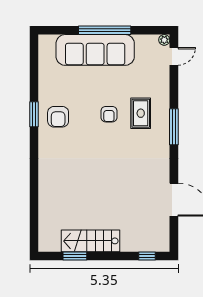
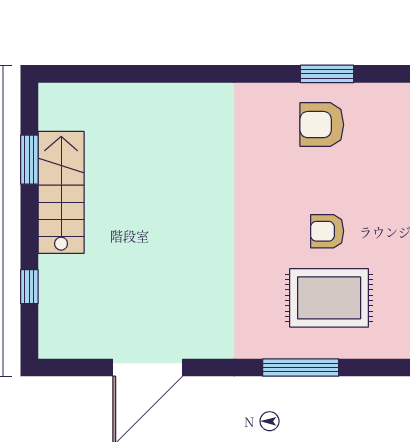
rug: (141, 113) -> (329, 298), width x1.36, depth x1.43
window: (147, 256) -> (29, 287), moved

